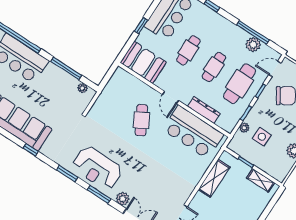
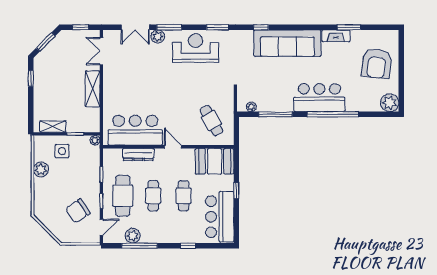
cafe table: (141, 120) -> (211, 121), moved
plant: (244, 128) -> (95, 140), moved
side table: (262, 137) -> (62, 151), moved
shelving: (214, 178) -> (93, 89), moved
window: (99, 194) -> (169, 27), moved

